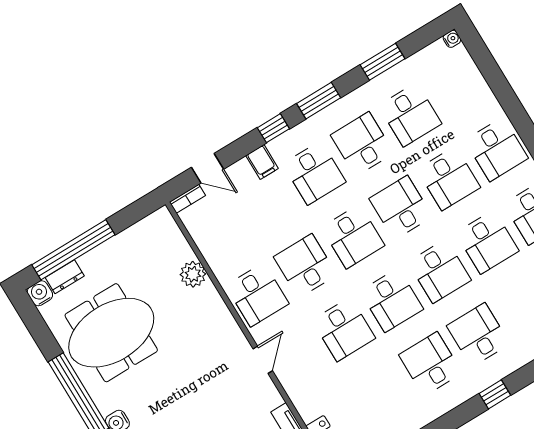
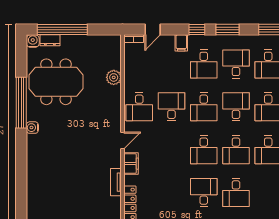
door: (207, 168) -> (153, 30), hinge flipped
desk: (344, 329) -> (171, 150), removed
desk: (478, 335) -> (236, 193), turned 180
filing cabinet: (296, 386) -> (131, 164), added

